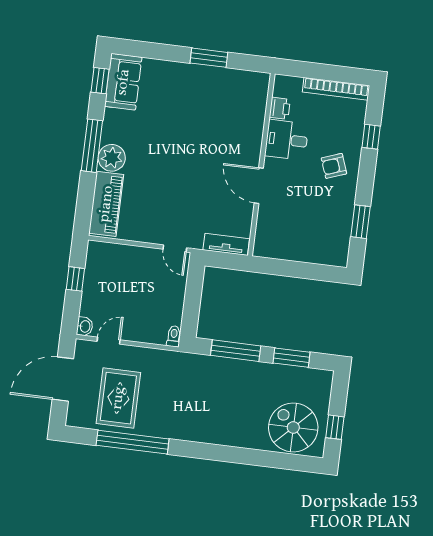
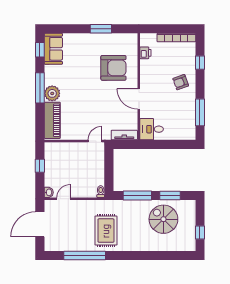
armchair: (222, 127) -> (113, 68), added
desk: (287, 140) -> (152, 129), moved
window: (361, 222) -> (200, 112), width x1.44
door: (175, 248) -> (95, 141), swing flipped
rug: (118, 398) -> (106, 231), moved
spiral stairs: (293, 427) -> (163, 219), moved

